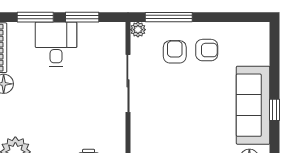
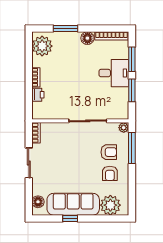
plant: (255, 49) -> (110, 205), added

